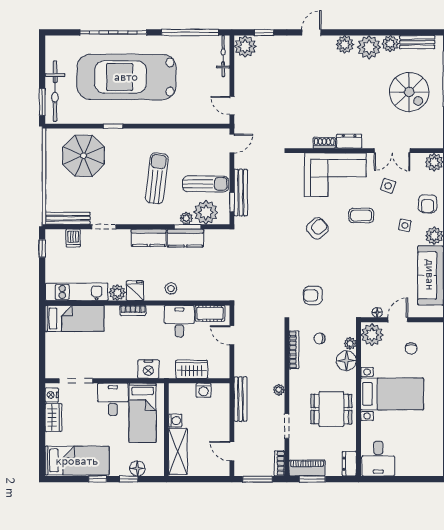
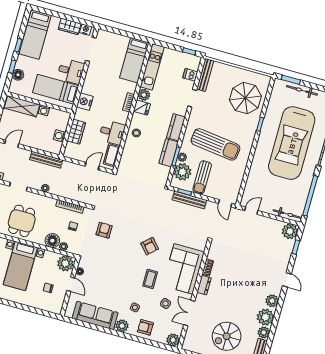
car: (126, 77) -> (292, 143), turned 180
bicycle: (55, 91) -> (302, 90), width x0.73, depth x0.71
sun lounger: (157, 178) -> (216, 144), width x1.36, depth x1.34

